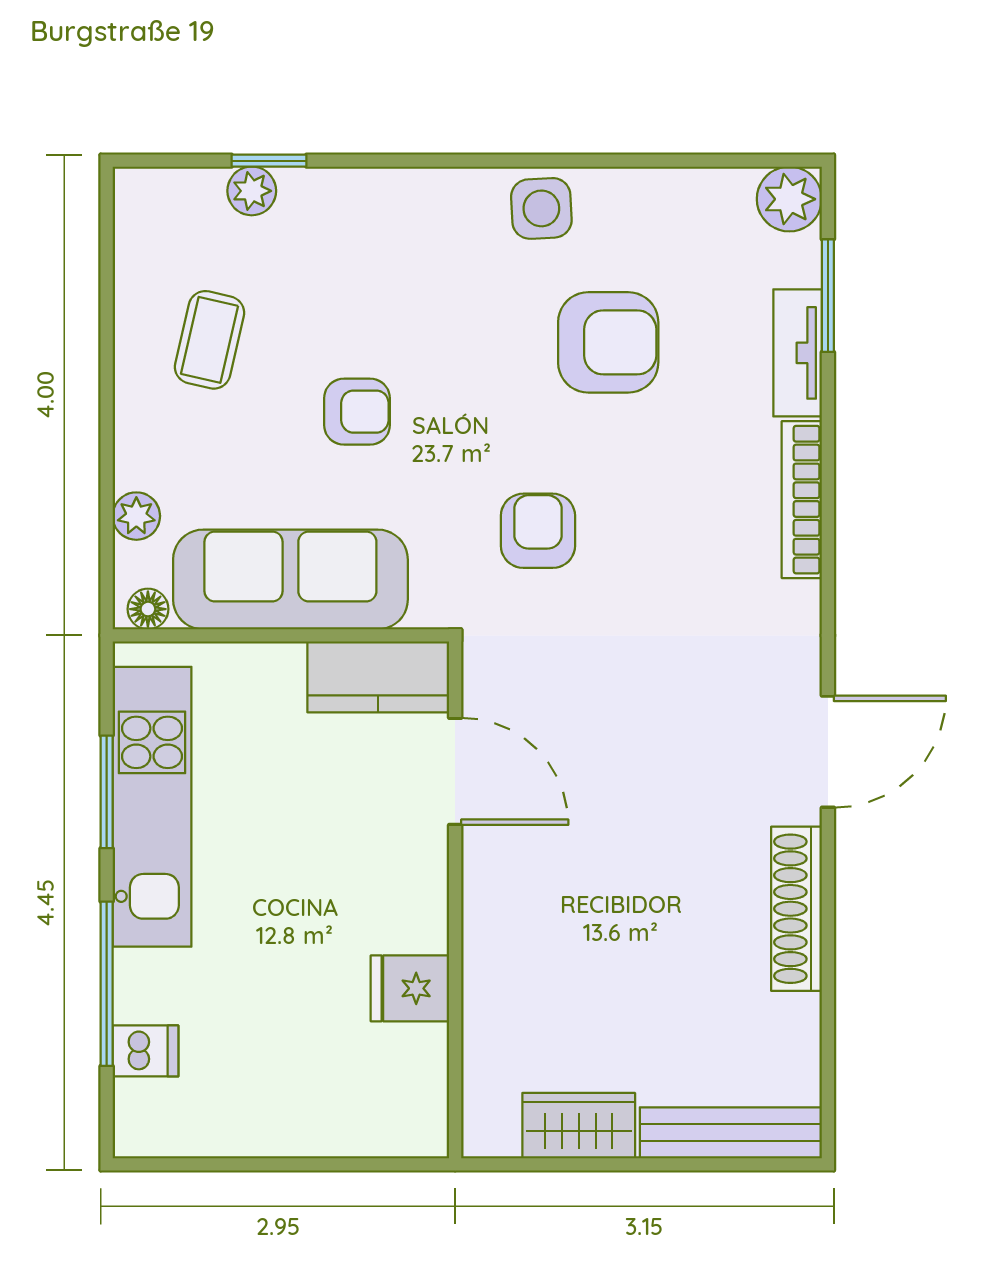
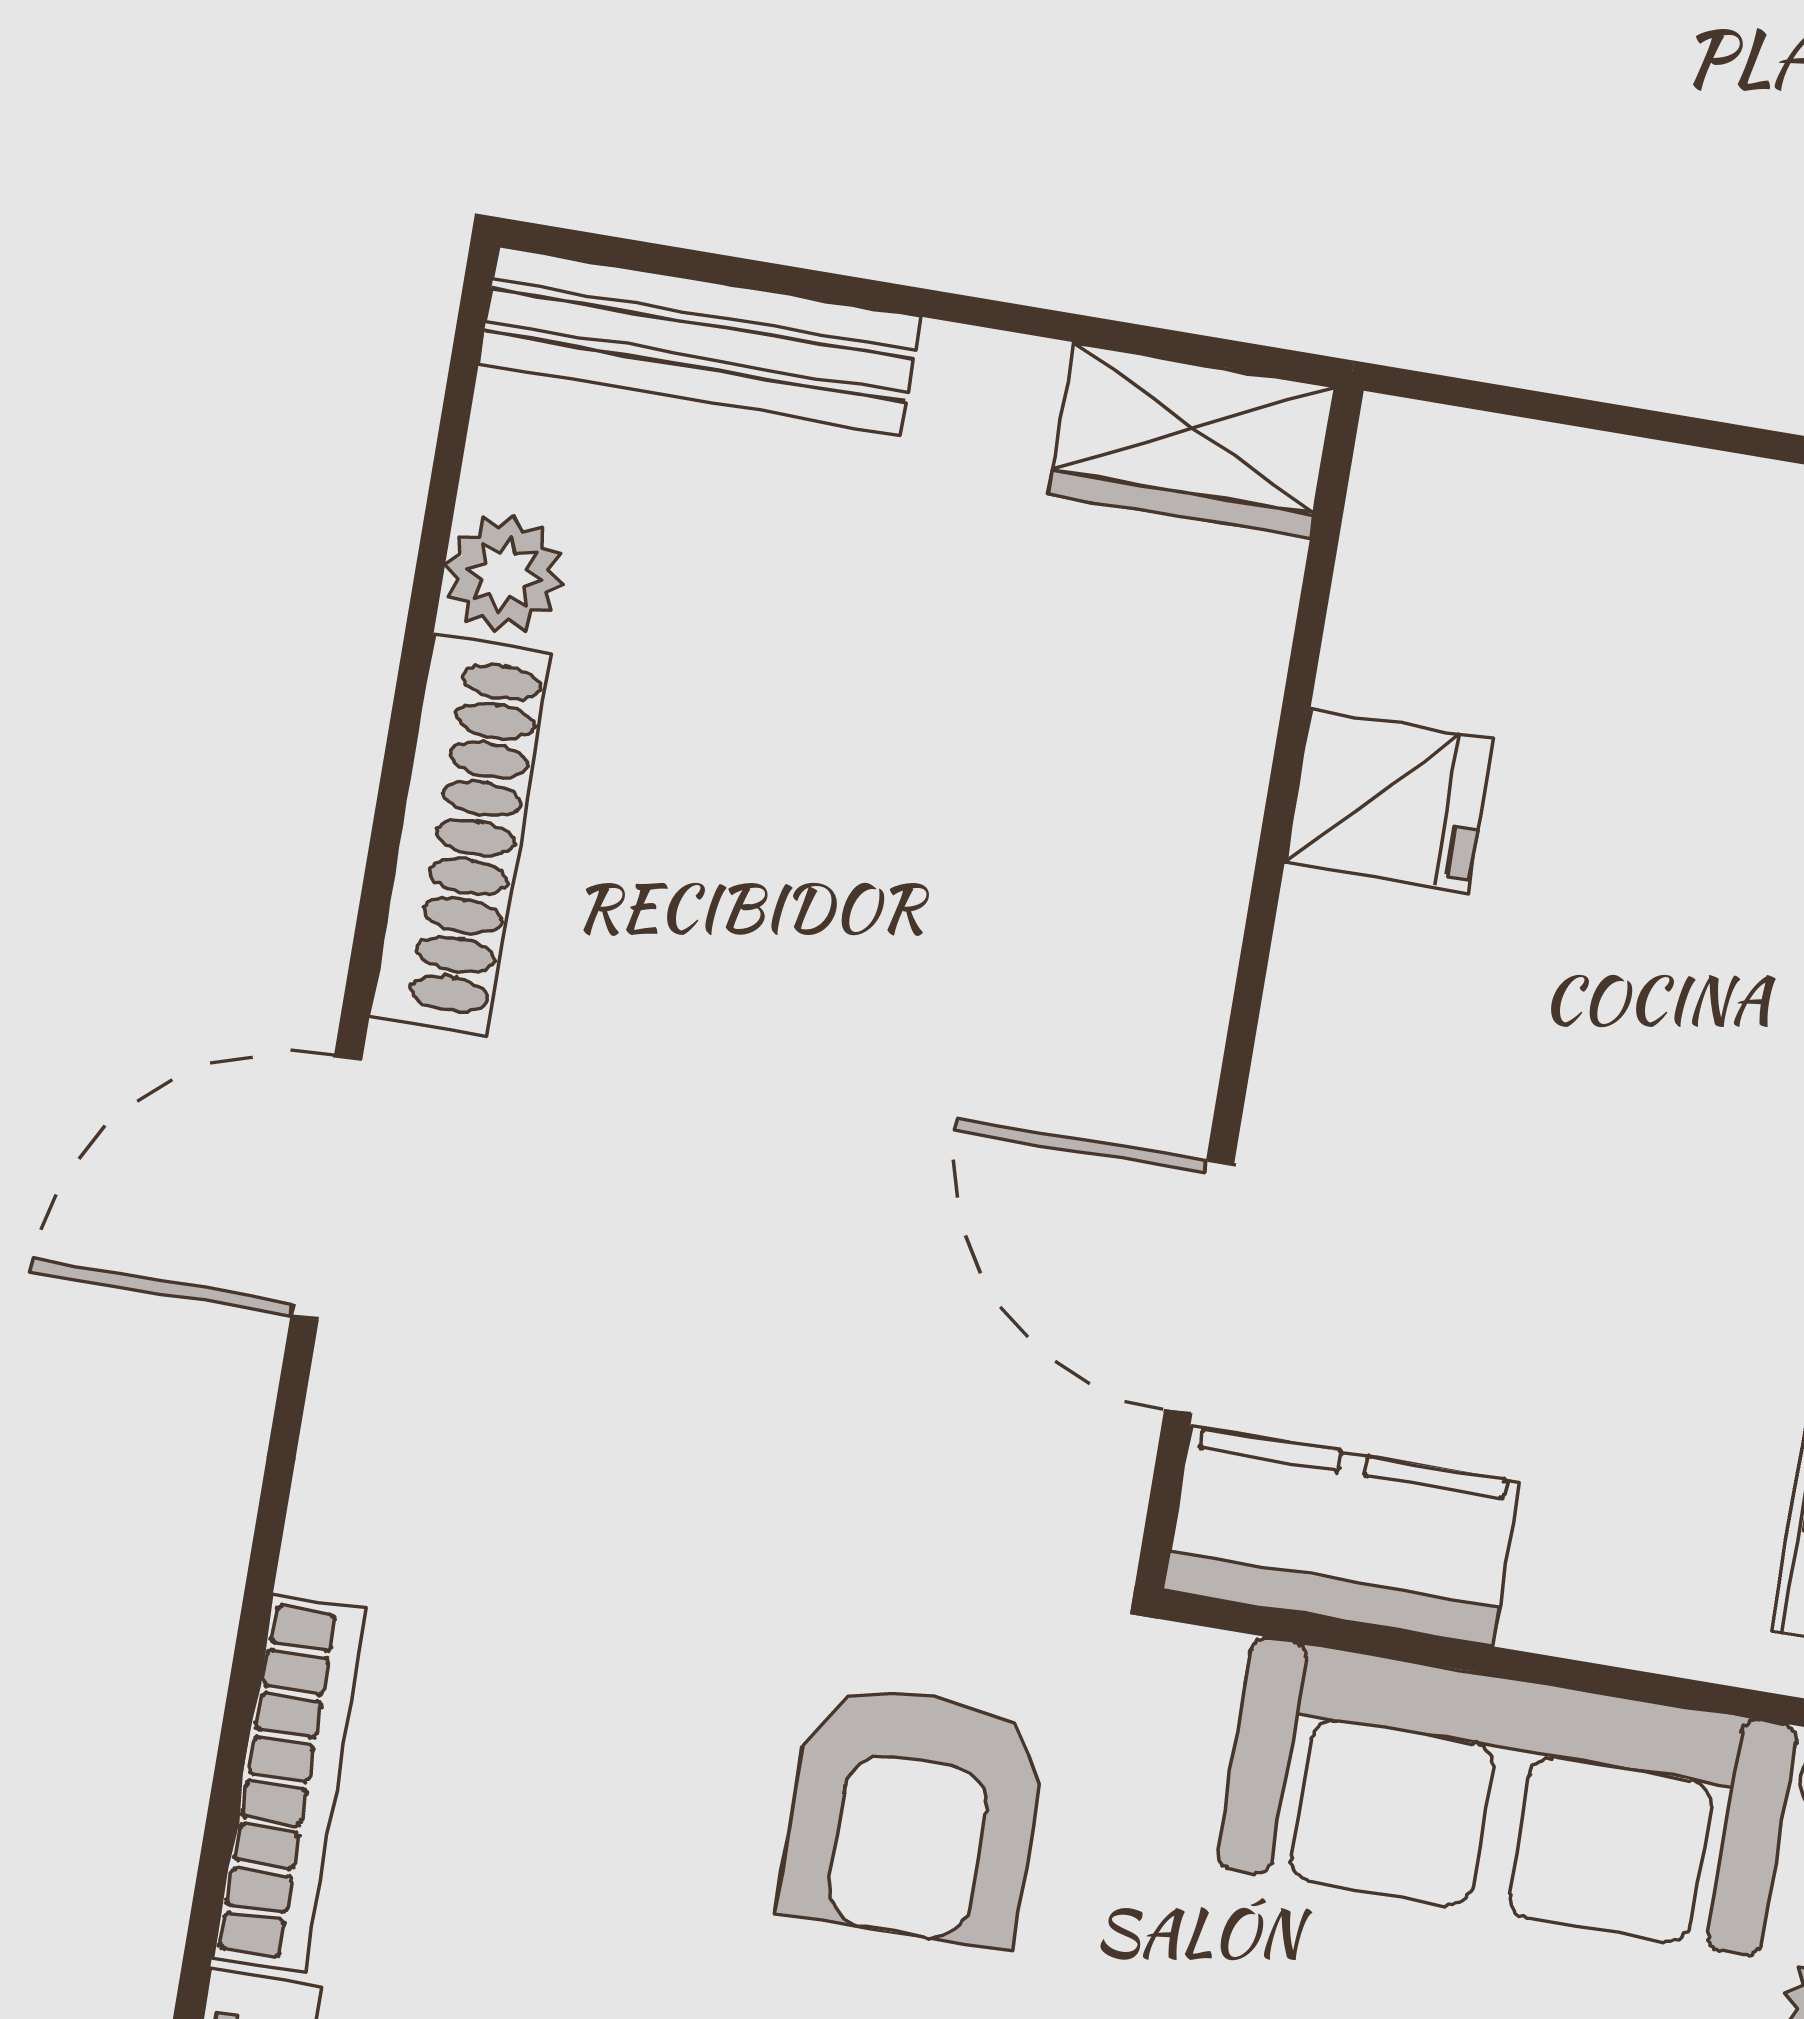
armchair: (538, 531) -> (913, 1813), width x1.38, depth x1.38
plant: (796, 1021) -> (504, 574), added
wardrobe: (579, 1126) -> (1192, 440), moved

